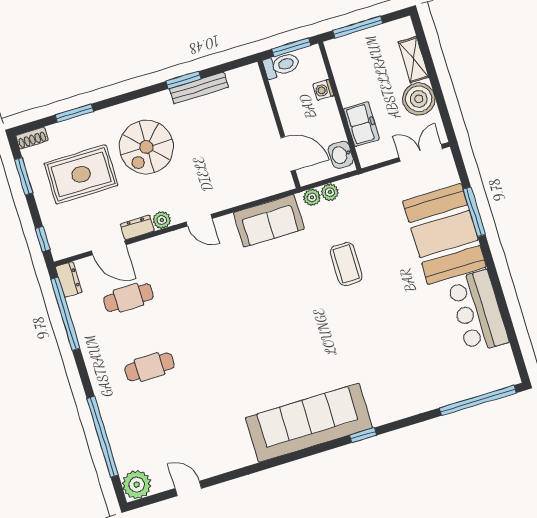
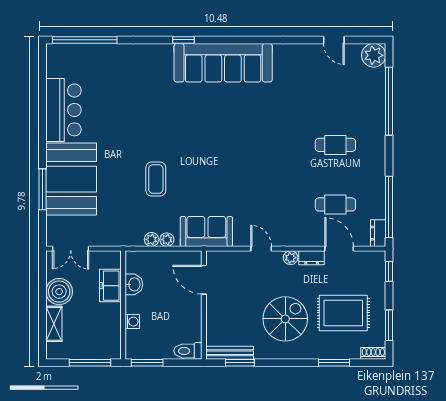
toilet: (281, 65) -> (188, 351), moved
wall: (279, 124) -> (204, 305), moved
door: (288, 154) -> (204, 280), moved
washbasin: (341, 155) -> (134, 284), moved

